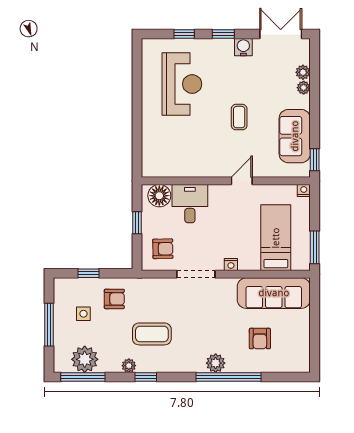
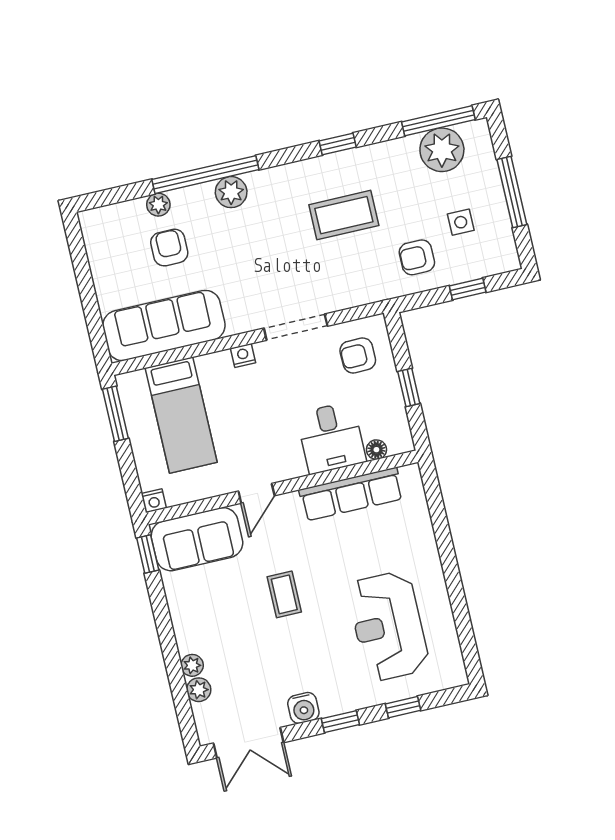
sofa: (295, 136) -> (197, 539), moved, turned 90
row of seats: (186, 167) -> (351, 494), added
floor lamp: (159, 196) -> (376, 450), width x0.53, depth x0.53
plant: (129, 366) -> (158, 205), moved

